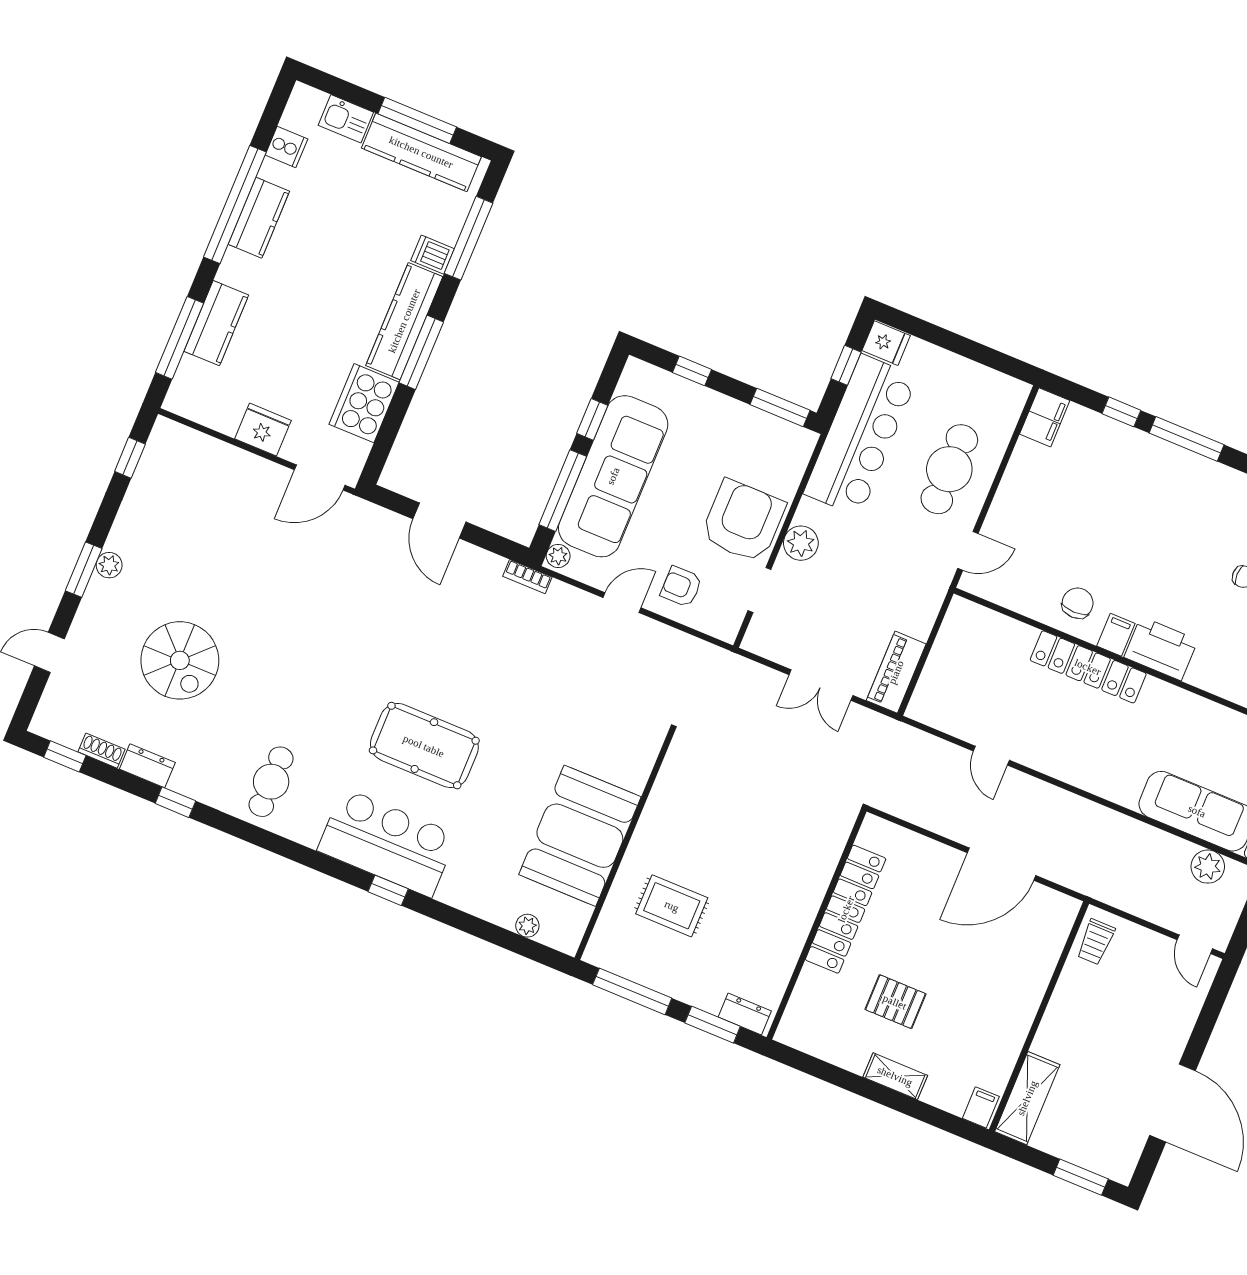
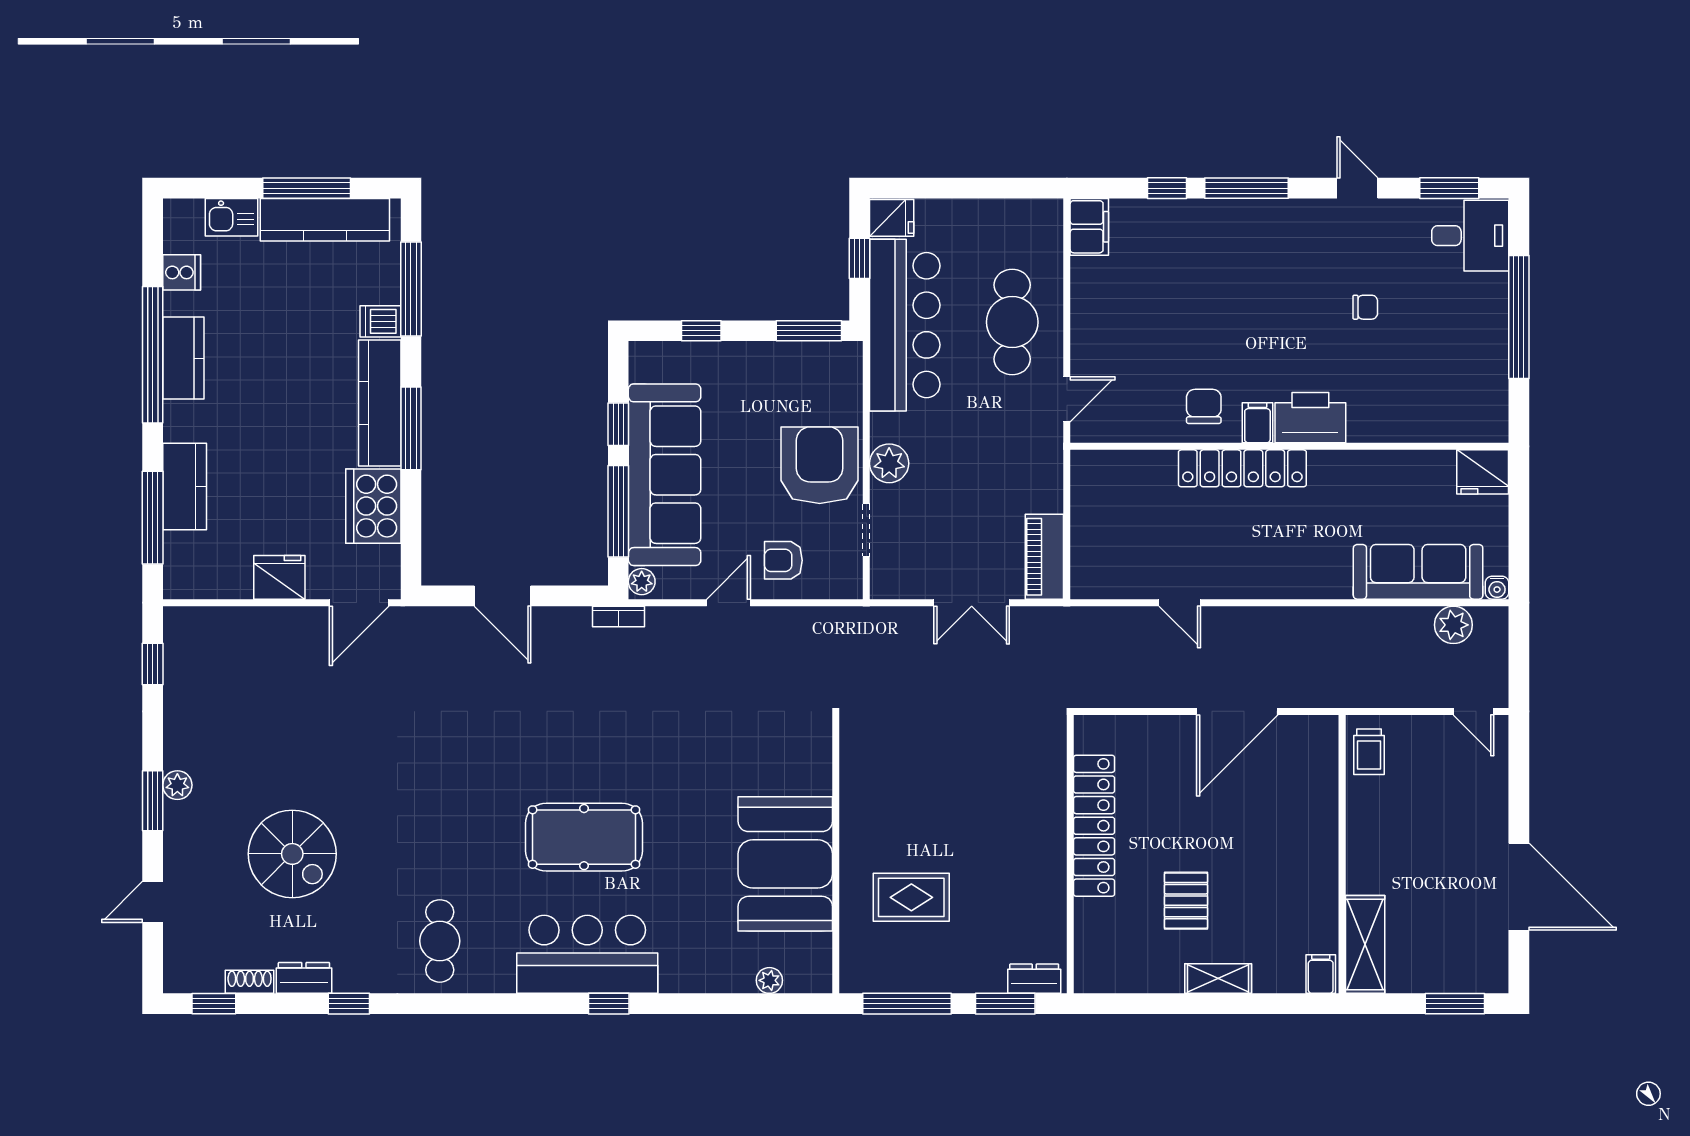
pallet: (895, 1002) -> (1186, 901), turned 90

